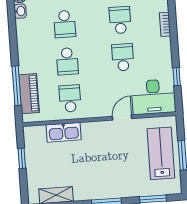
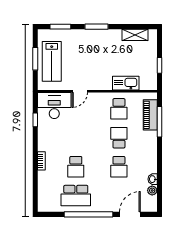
school desk: (65, 24) -> (119, 167), turned 180
school desk: (123, 57) -> (76, 138), removed

